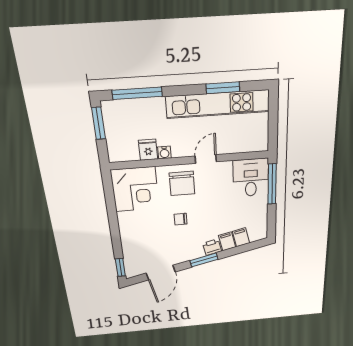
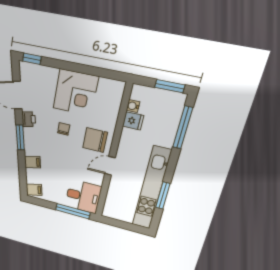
water cooler: (164, 153) -> (133, 106), moved
door: (206, 159) -> (110, 166), swing flipped
corner desk: (135, 189) -> (76, 92), moved, turned -90
filing cabinet: (241, 237) -> (34, 190), moved
printer: (212, 247) -> (29, 119), moved

